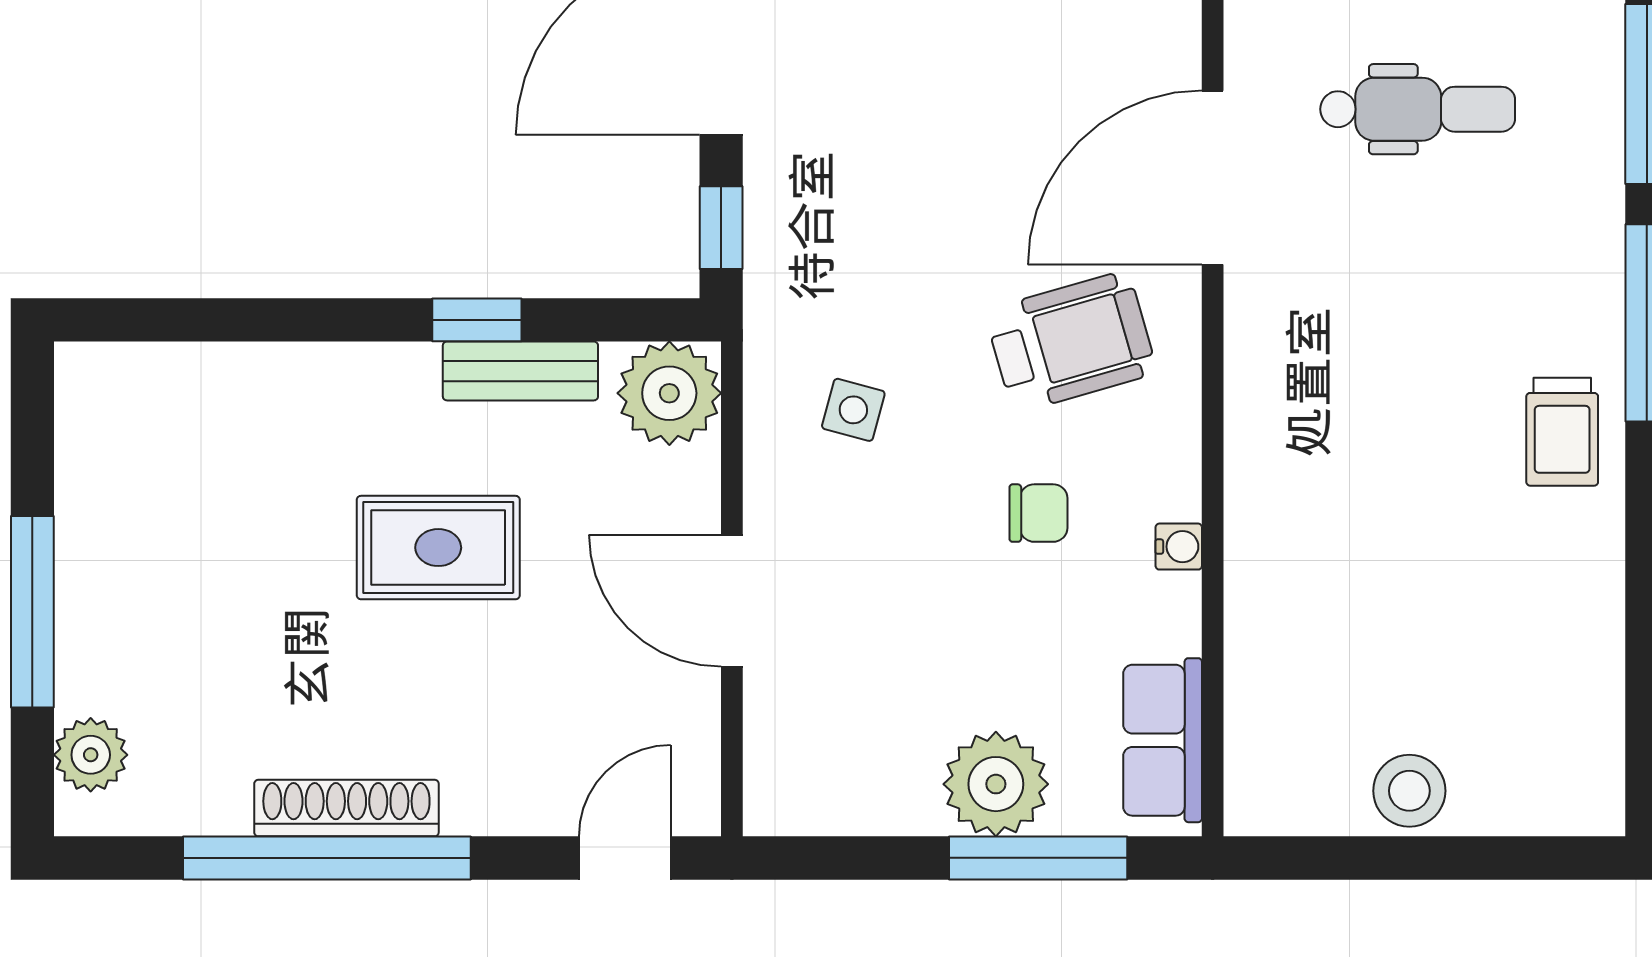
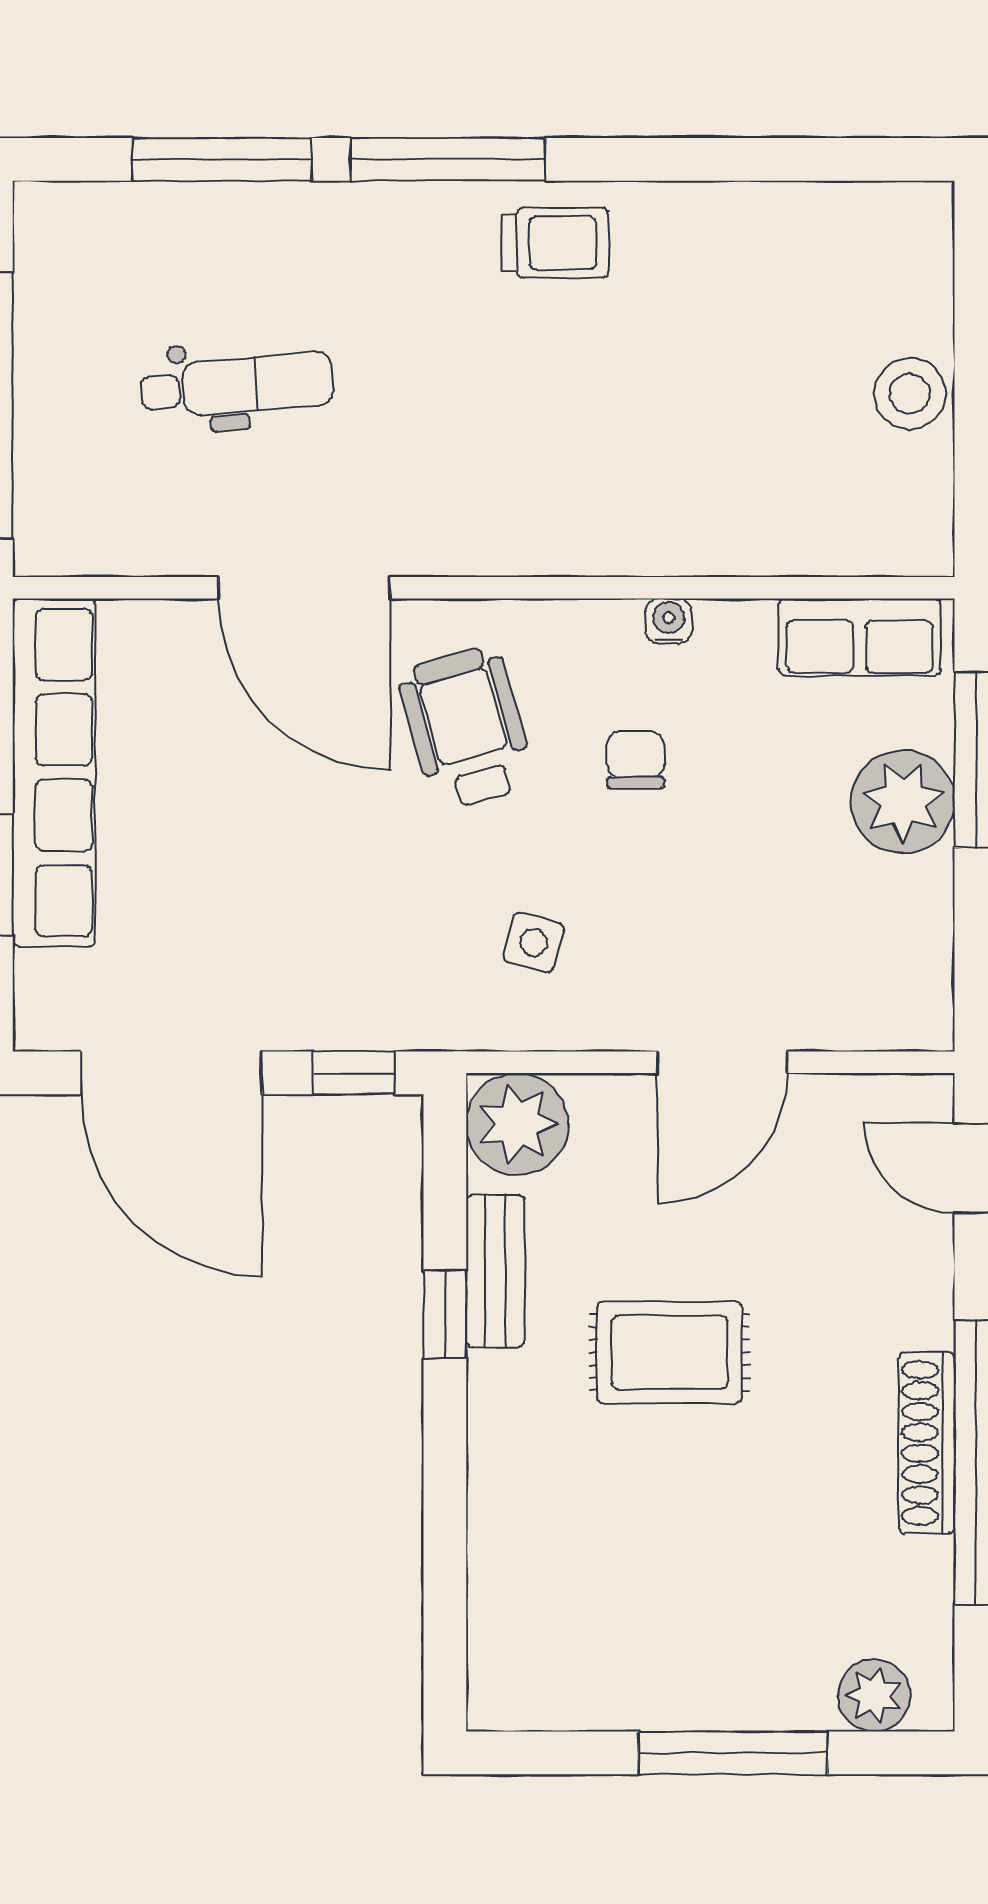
dental chair: (1418, 109) -> (237, 385), turned 85
rug: (438, 548) -> (670, 1352), turned 90

